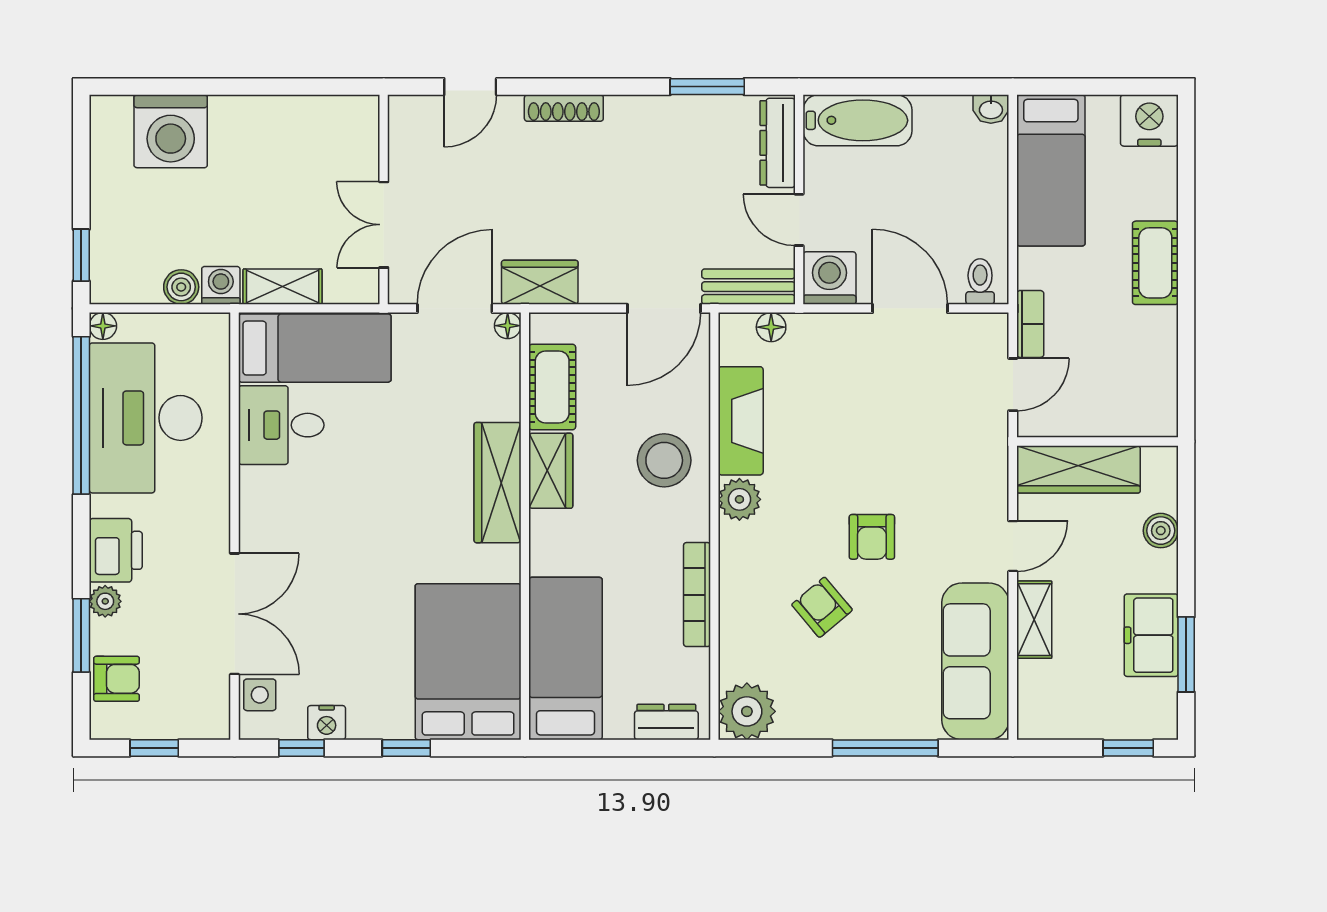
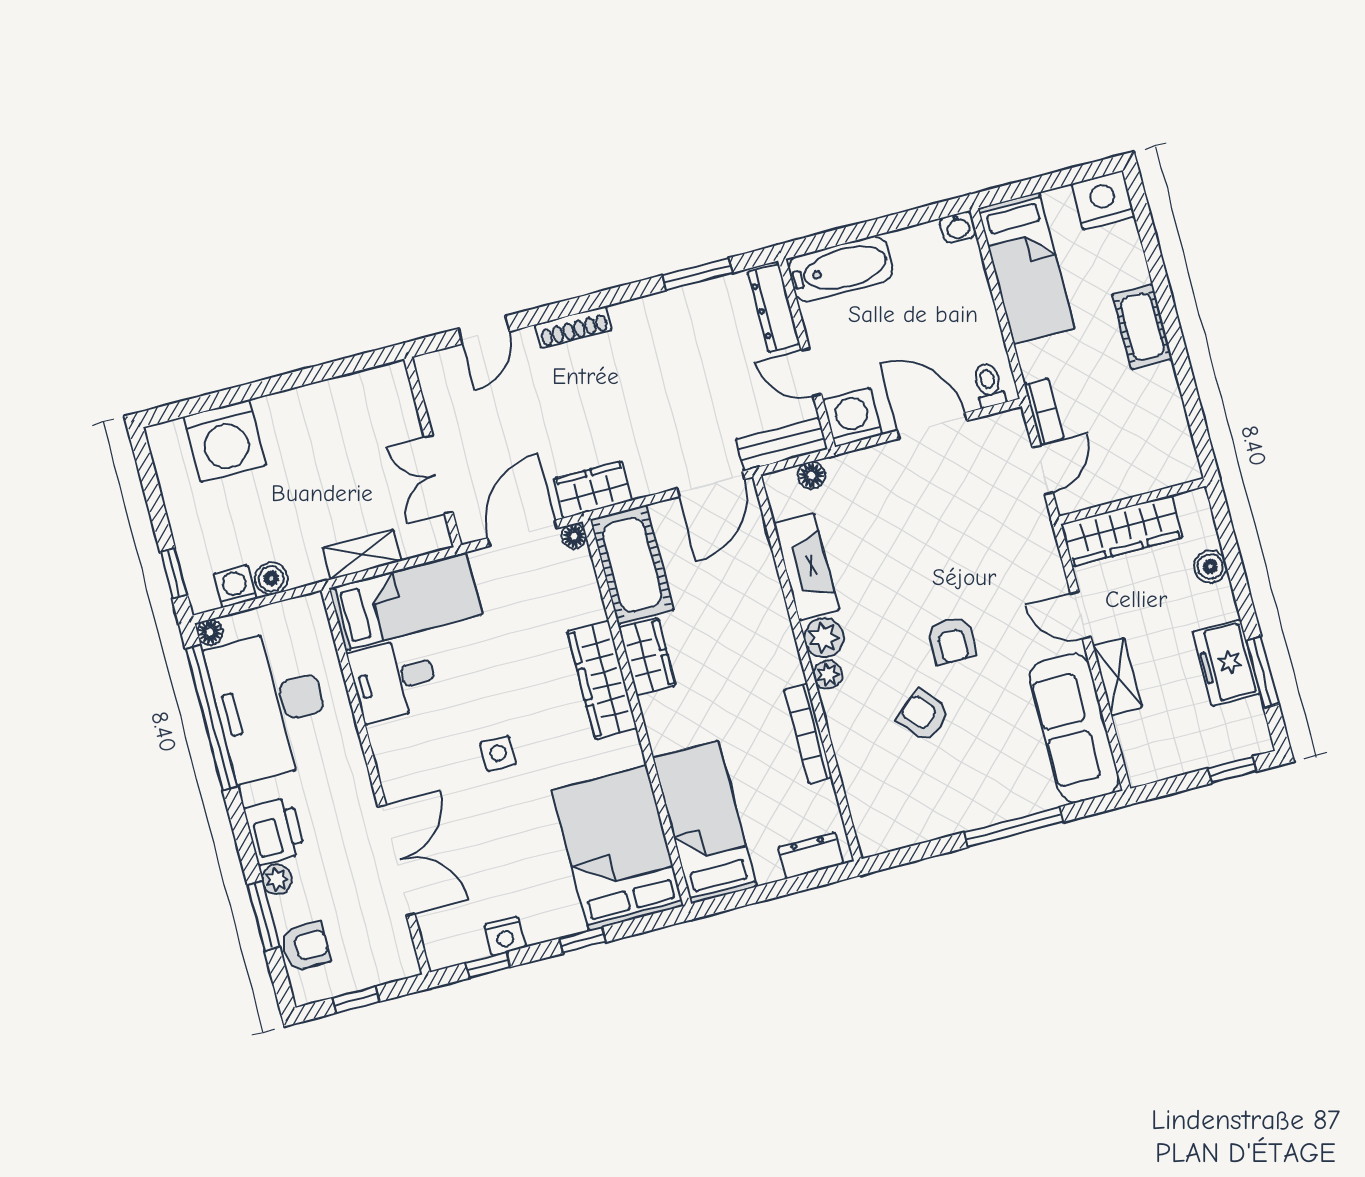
washing machine: (221, 285) -> (235, 586), moved
cot: (552, 387) -> (632, 565), width x1.37, depth x1.34
stool: (664, 460) -> (747, 621), removed
door: (1013, 546) -> (1081, 615), swing flipped
side table: (260, 695) -> (498, 753), moved
plant: (747, 711) -> (828, 675), moved, width x0.53, depth x0.53

